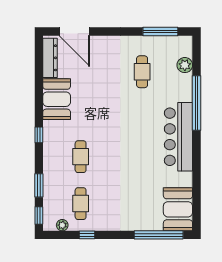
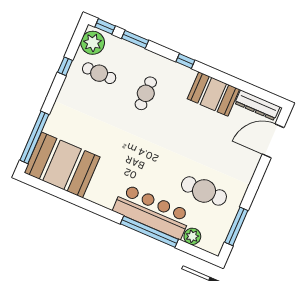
cafe table: (142, 72) -> (204, 191), width x1.37, depth x1.35
bar counter: (178, 137) -> (152, 212), moved
cafe table: (81, 157) -> (146, 93), turned 90
booth: (178, 209) -> (62, 165), width x1.36, depth x1.42
plant: (62, 225) -> (93, 43), width x1.87, depth x1.87

